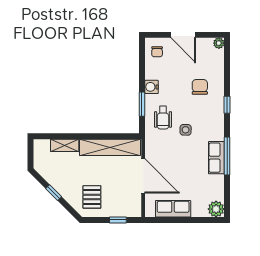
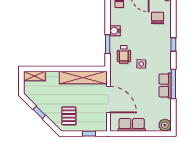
chair: (200, 87) -> (158, 18), moved
shelving: (65, 145) -> (34, 76), moved

